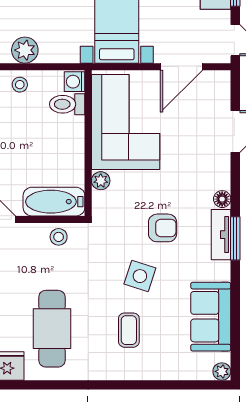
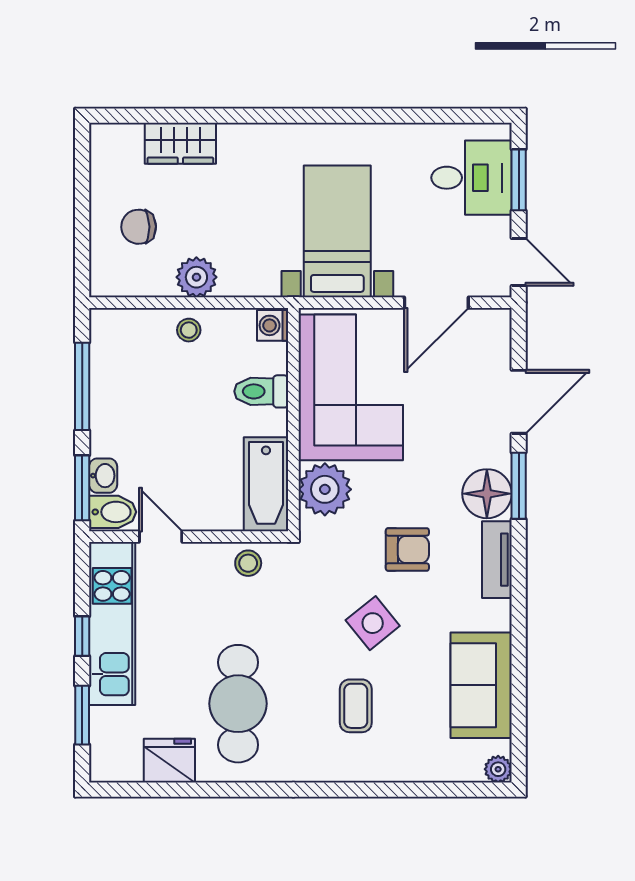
toilet: (67, 104) -> (261, 391), moved
plant: (101, 181) -> (325, 489), width x1.88, depth x1.88
floor lamp: (222, 199) -> (487, 494), width x1.89, depth x1.89
bathtub: (54, 202) -> (266, 484), moved, turned -90
window: (235, 238) -> (519, 486), moved
side table: (140, 276) -> (373, 623), turned 33

